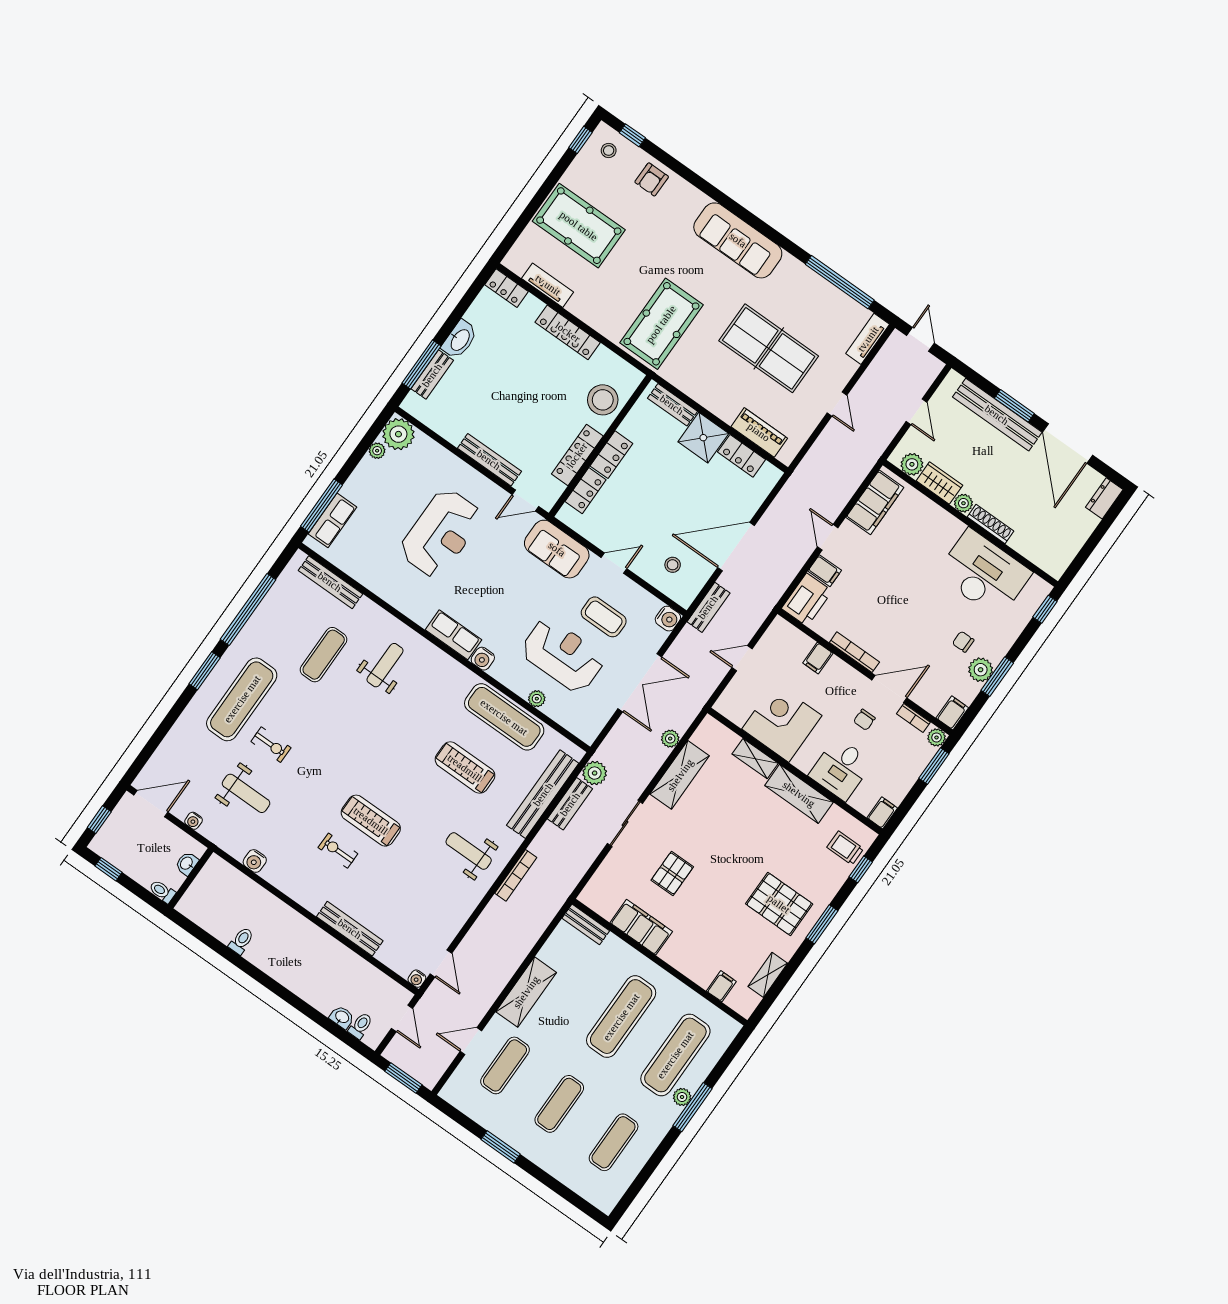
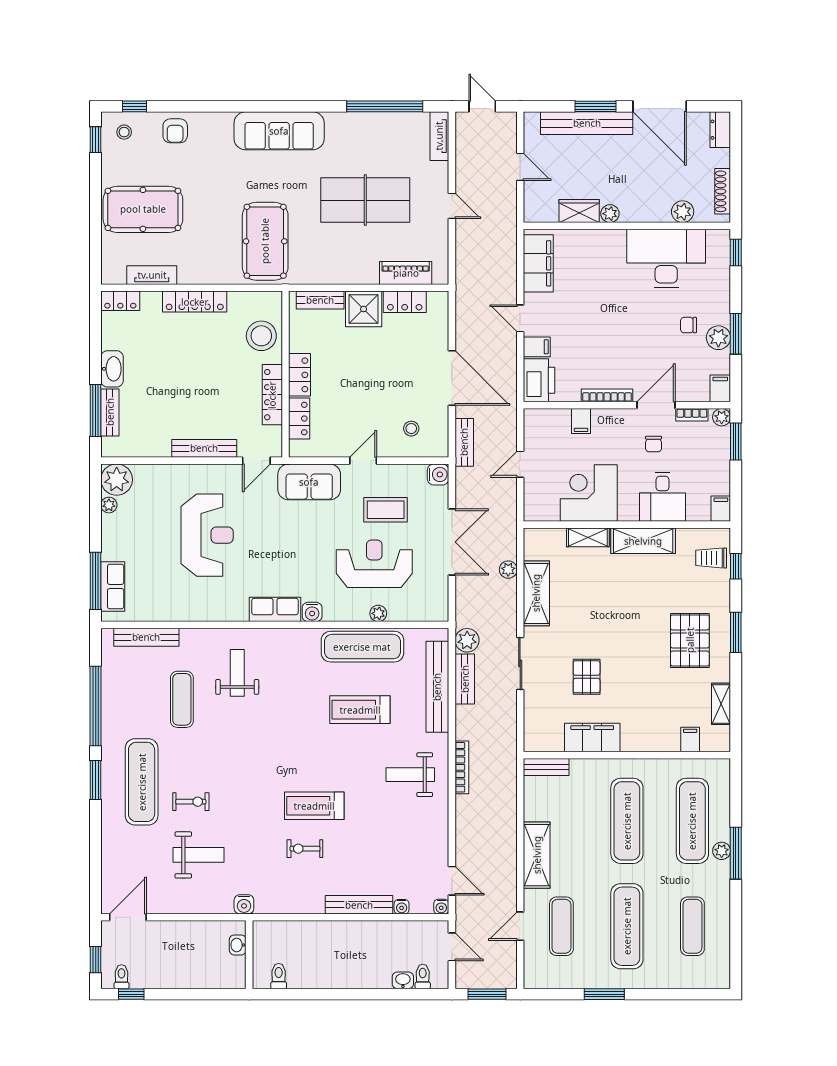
plant: (912, 464) -> (683, 212), moved
shoe rack: (990, 524) -> (723, 191), moved, turned -90
door: (736, 547) -> (452, 378), swing flipped
water cooler: (194, 821) -> (402, 907), moved
washbasin: (187, 863) -> (238, 945), moved
wall: (191, 878) -> (249, 955), moved
toilet: (162, 891) -> (121, 977), moved, turned 90
pallet: (779, 904) -> (690, 640), turned 90
exercise mat: (559, 1104) -> (627, 926), width x1.36, depth x1.45

